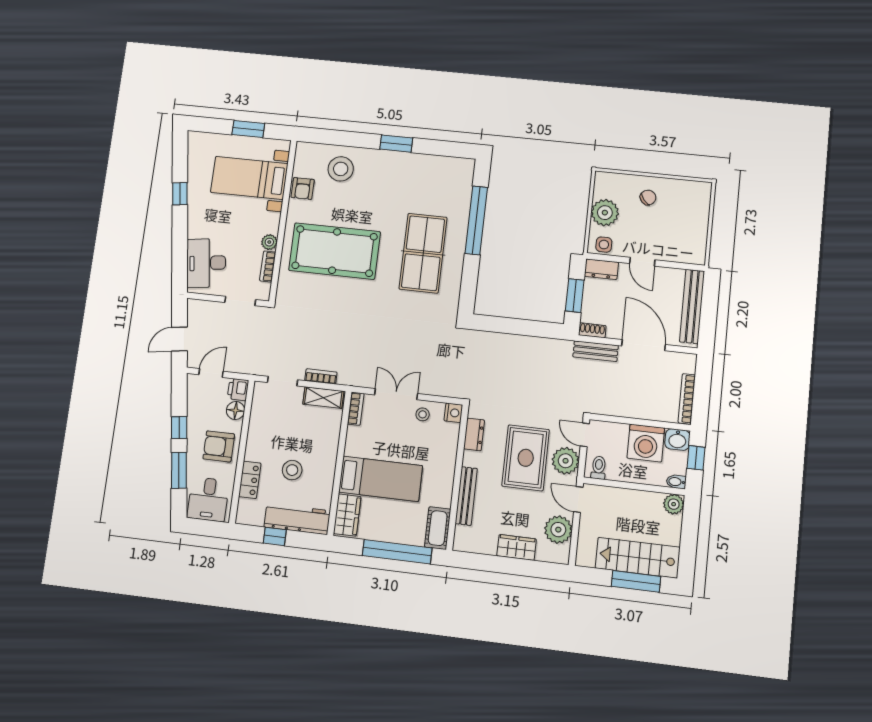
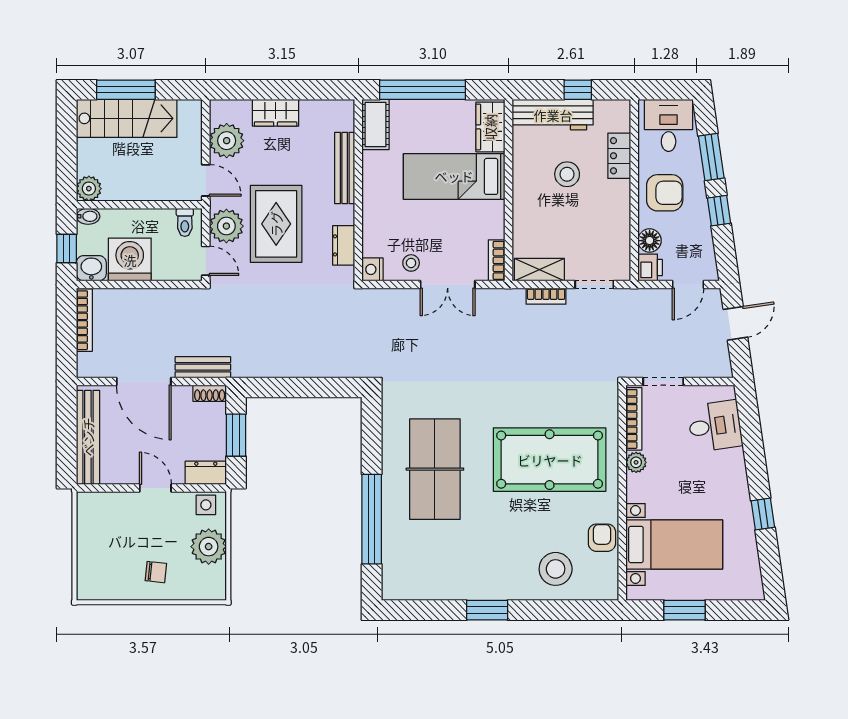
chair: (648, 197) -> (156, 572), turned -136
desk: (206, 263) -> (715, 426), width x0.73
bookcase: (268, 266) -> (634, 419), width x1.56

